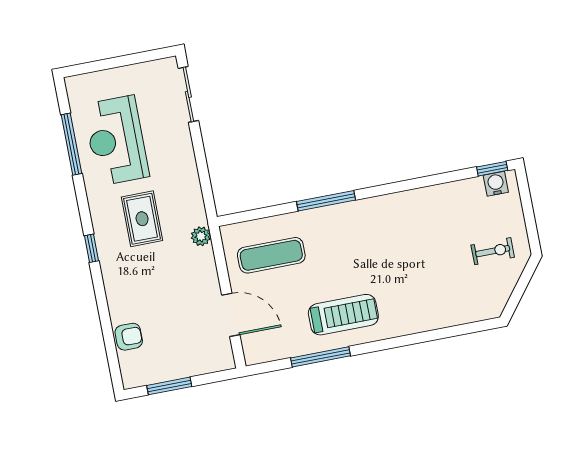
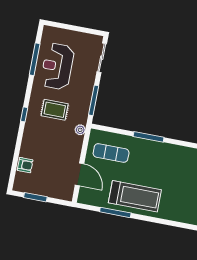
window: (204, 175) -> (94, 100), added
rug: (142, 219) -> (55, 110), turned 90
treadmill: (343, 315) -> (135, 196), width x1.37, depth x1.38

